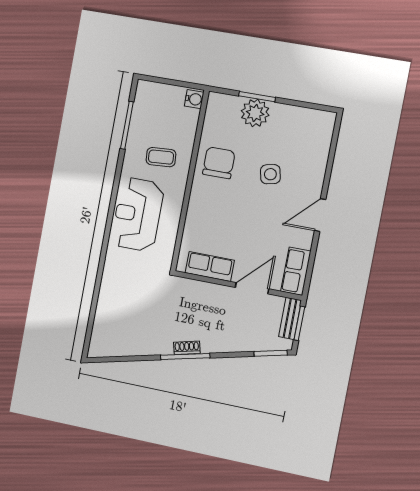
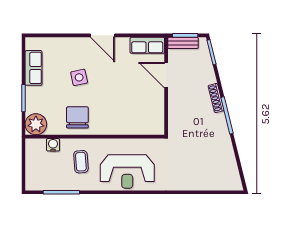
water cooler: (194, 99) -> (53, 145), moved
plant: (255, 113) -> (36, 124), moved
chair: (219, 163) -> (77, 117), turned 90
row of seats: (210, 266) -> (34, 68), moved, turned 180
shoe rack: (187, 348) -> (216, 98), moved, width x1.43

